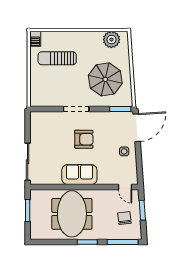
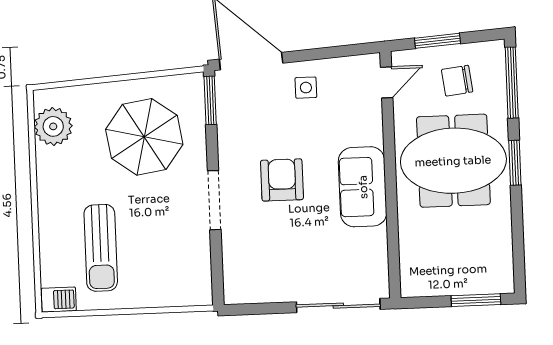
window: (28, 210) -> (476, 300), moved
meeting table: (72, 214) -> (453, 161), moved

